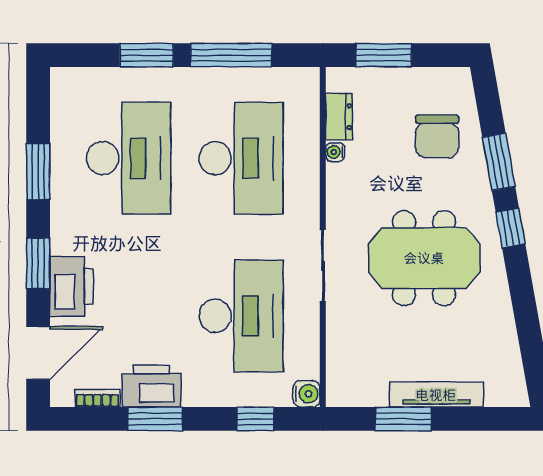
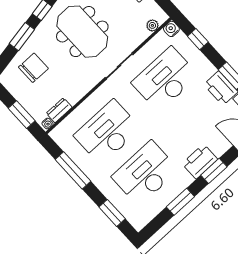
window: (146, 55) -> (112, 213), moved
water cooler: (335, 152) -> (48, 124), moved
printer: (72, 286) -> (200, 161), moved
plant: (338, 370) -> (152, 25), added

